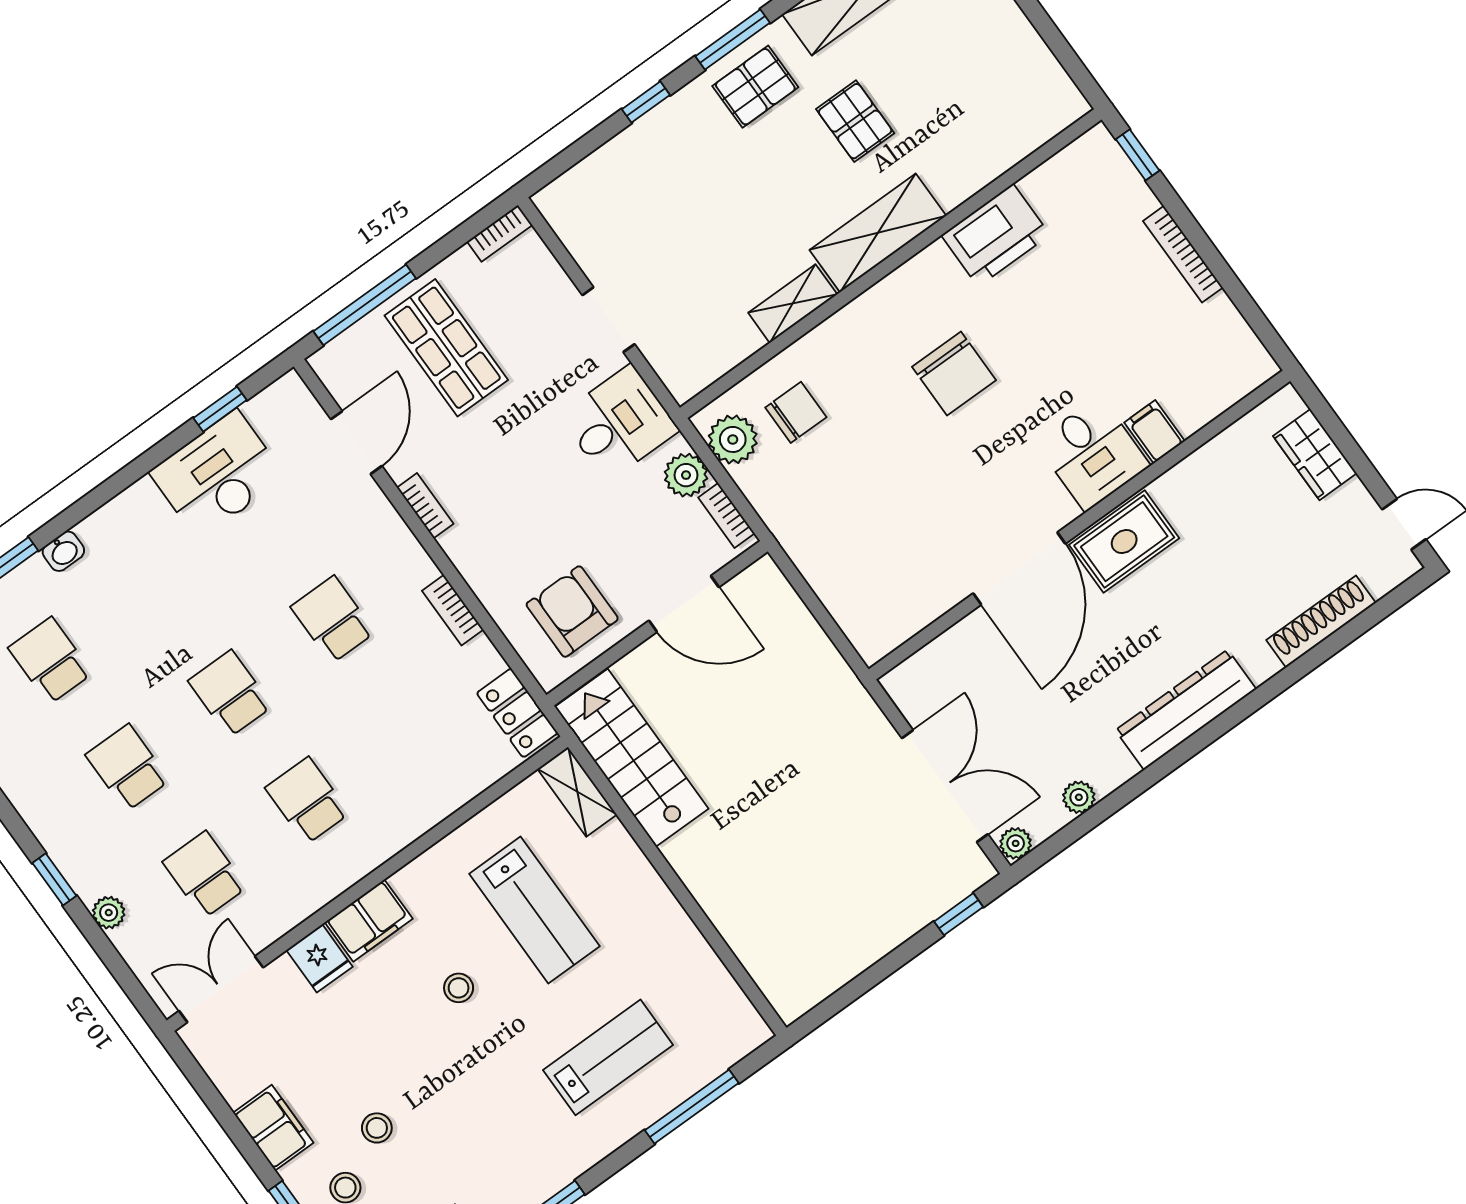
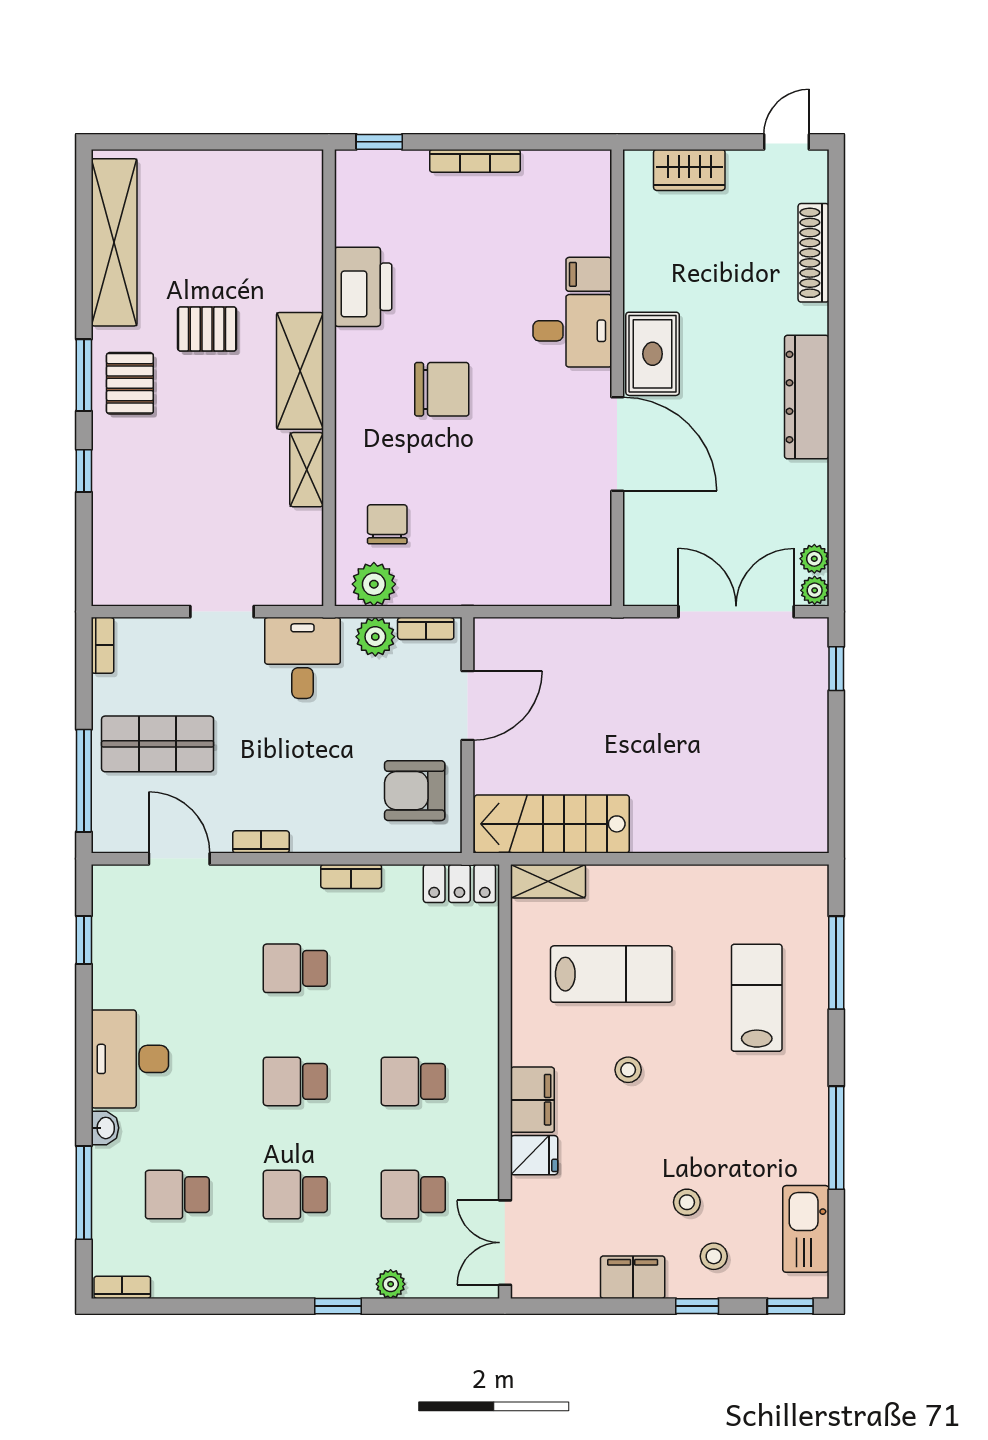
desk: (217, 475) -> (130, 1059), moved
plant: (1079, 797) -> (814, 559), moved

